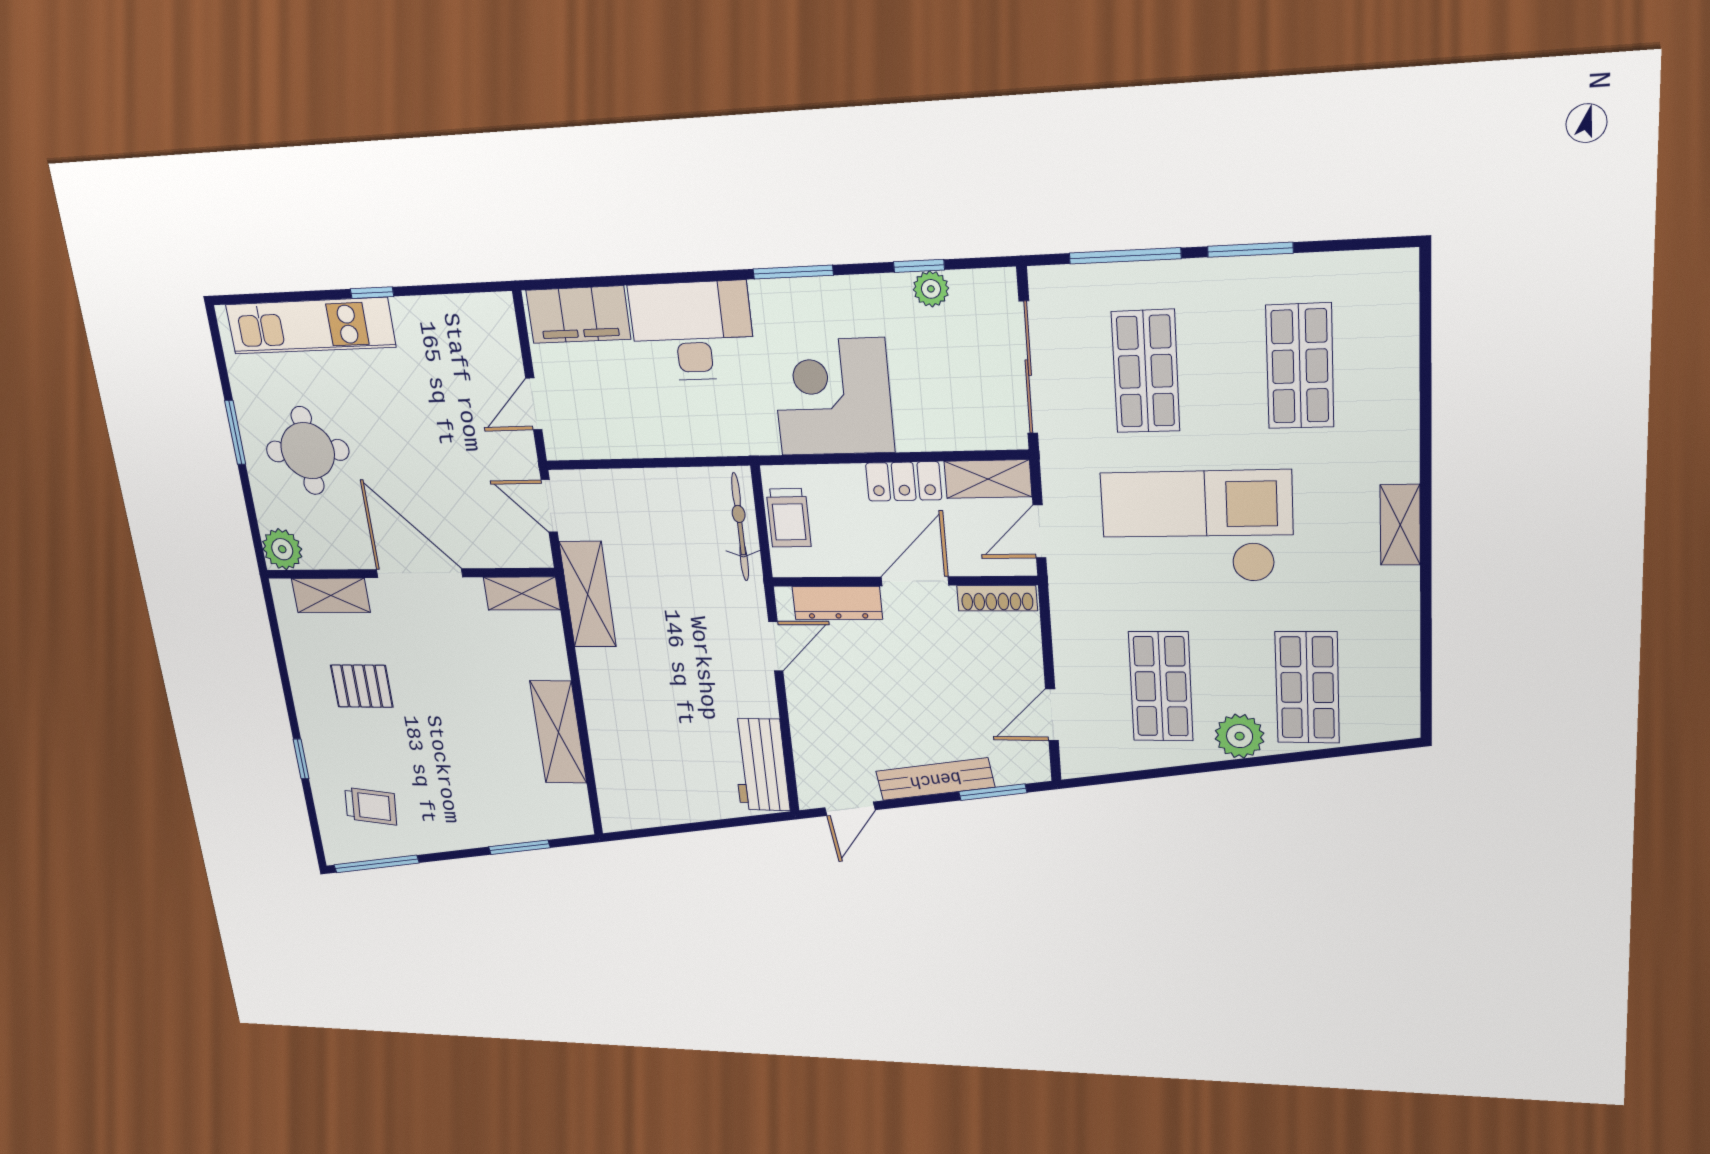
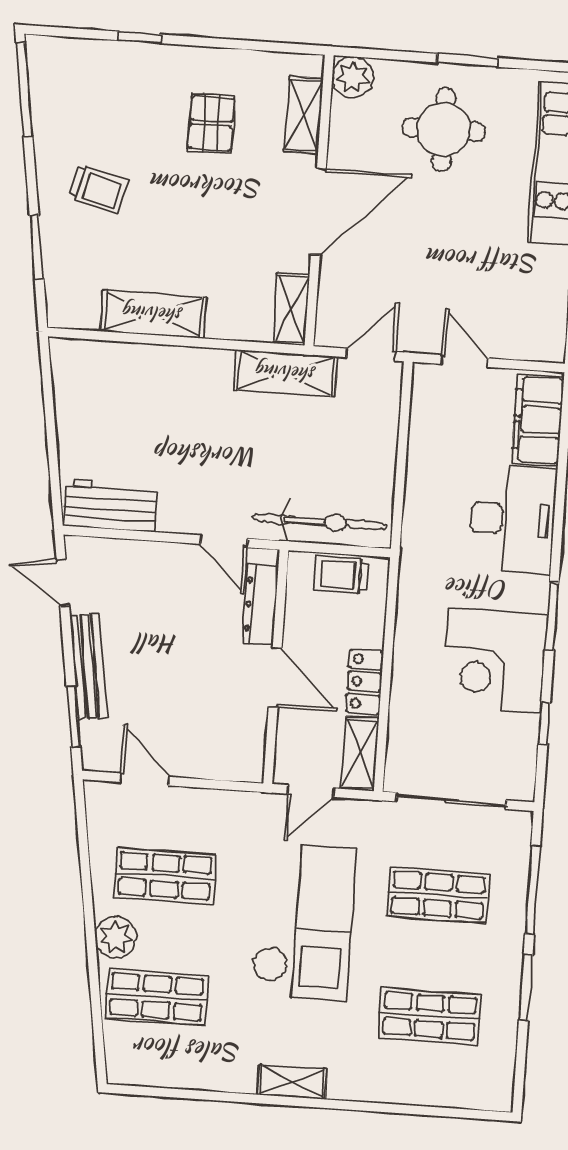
plant: (931, 289) -> (524, 730), removed
corner desk: (833, 397) -> (495, 661), moved, turned 180
bicycle: (740, 527) -> (319, 522), width x1.37, depth x1.40
door: (1039, 532) -> (311, 791), swing flipped
shoe rack: (997, 598) -> (254, 747), removed
trolley: (371, 806) -> (98, 189), moved, turned -81

